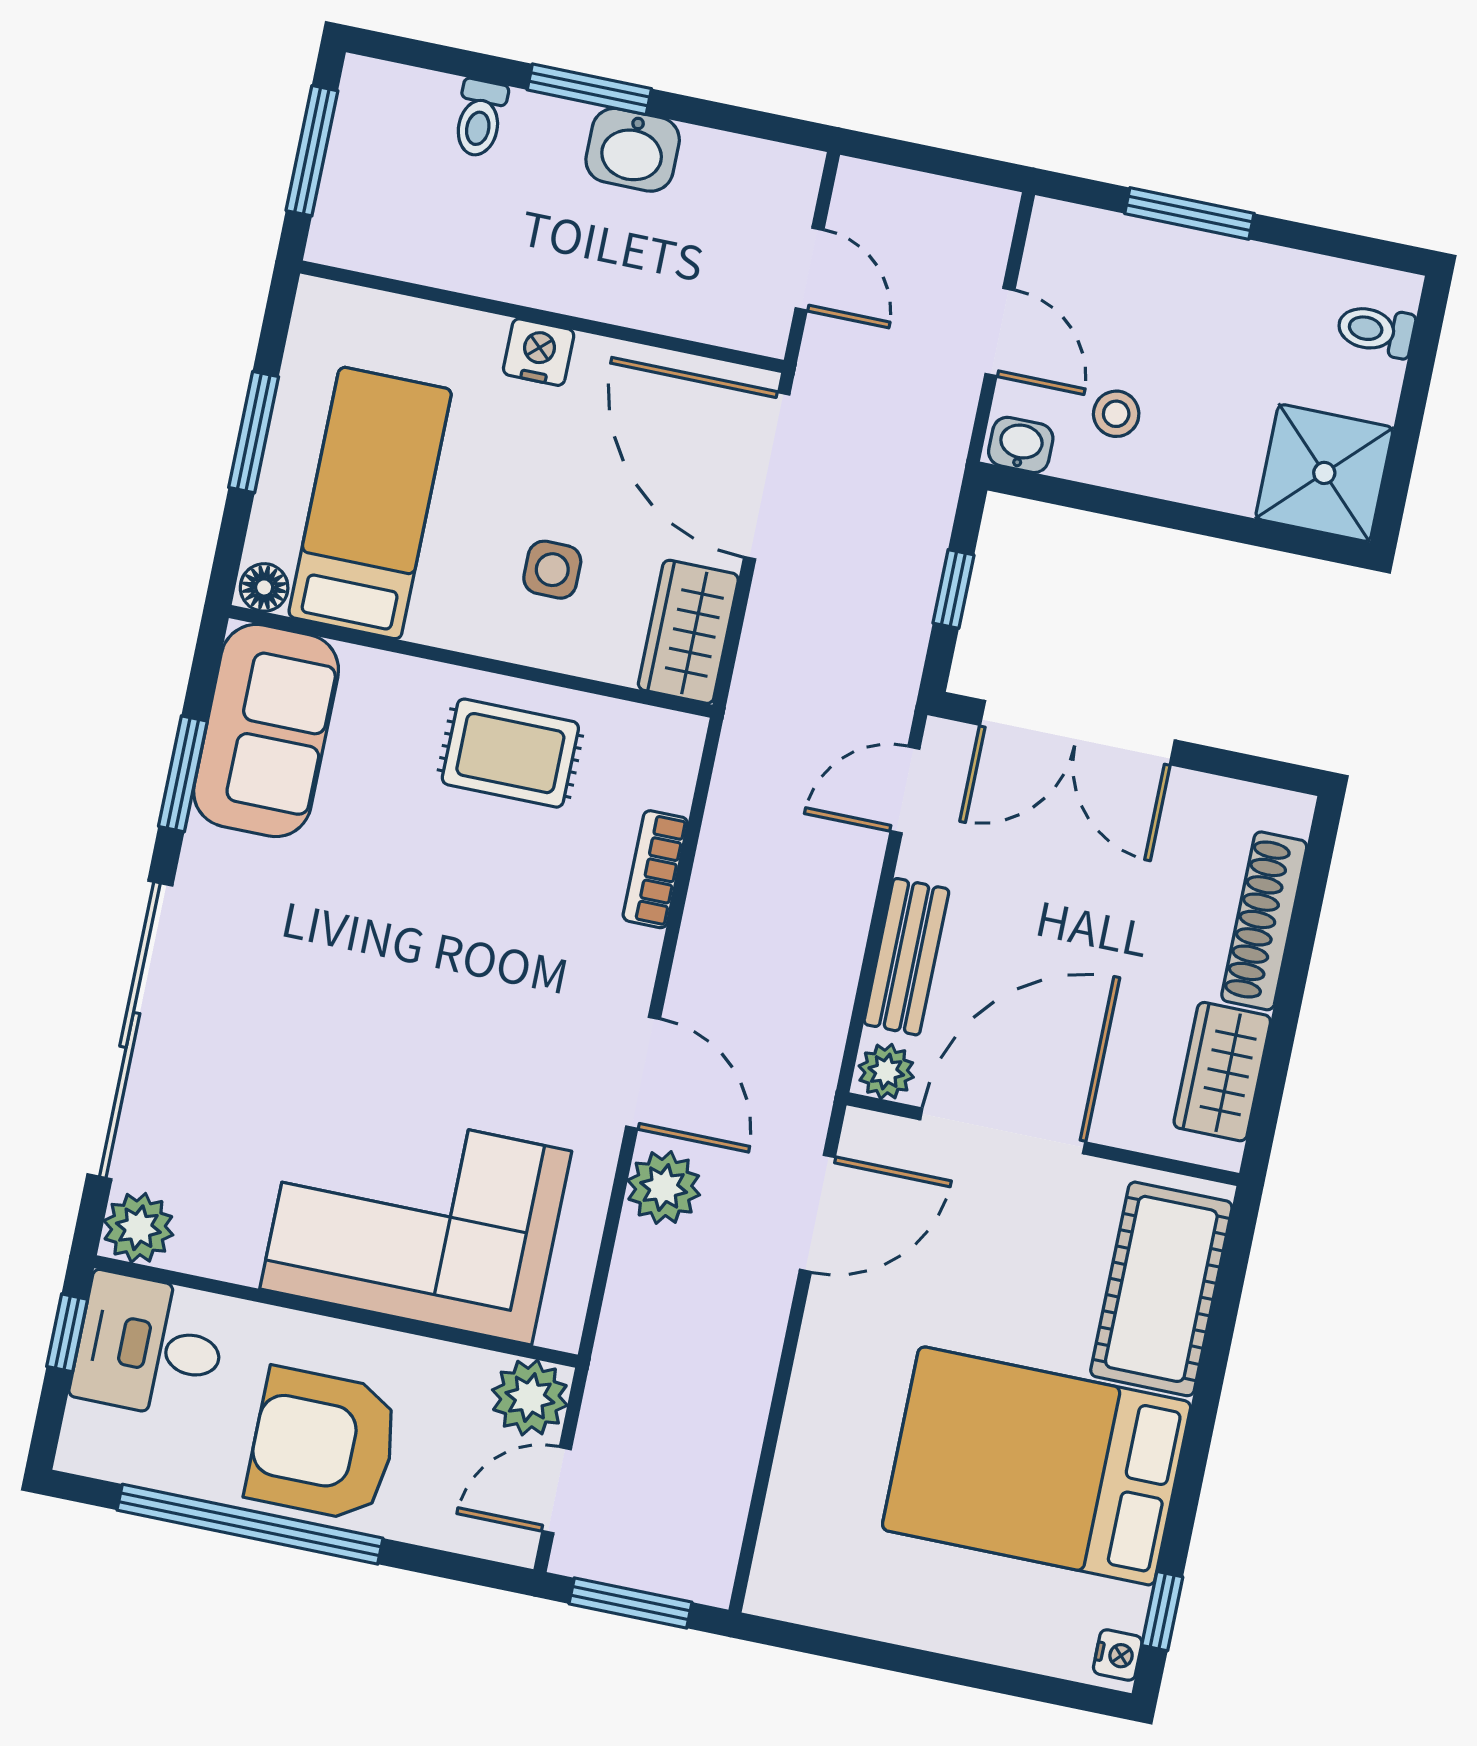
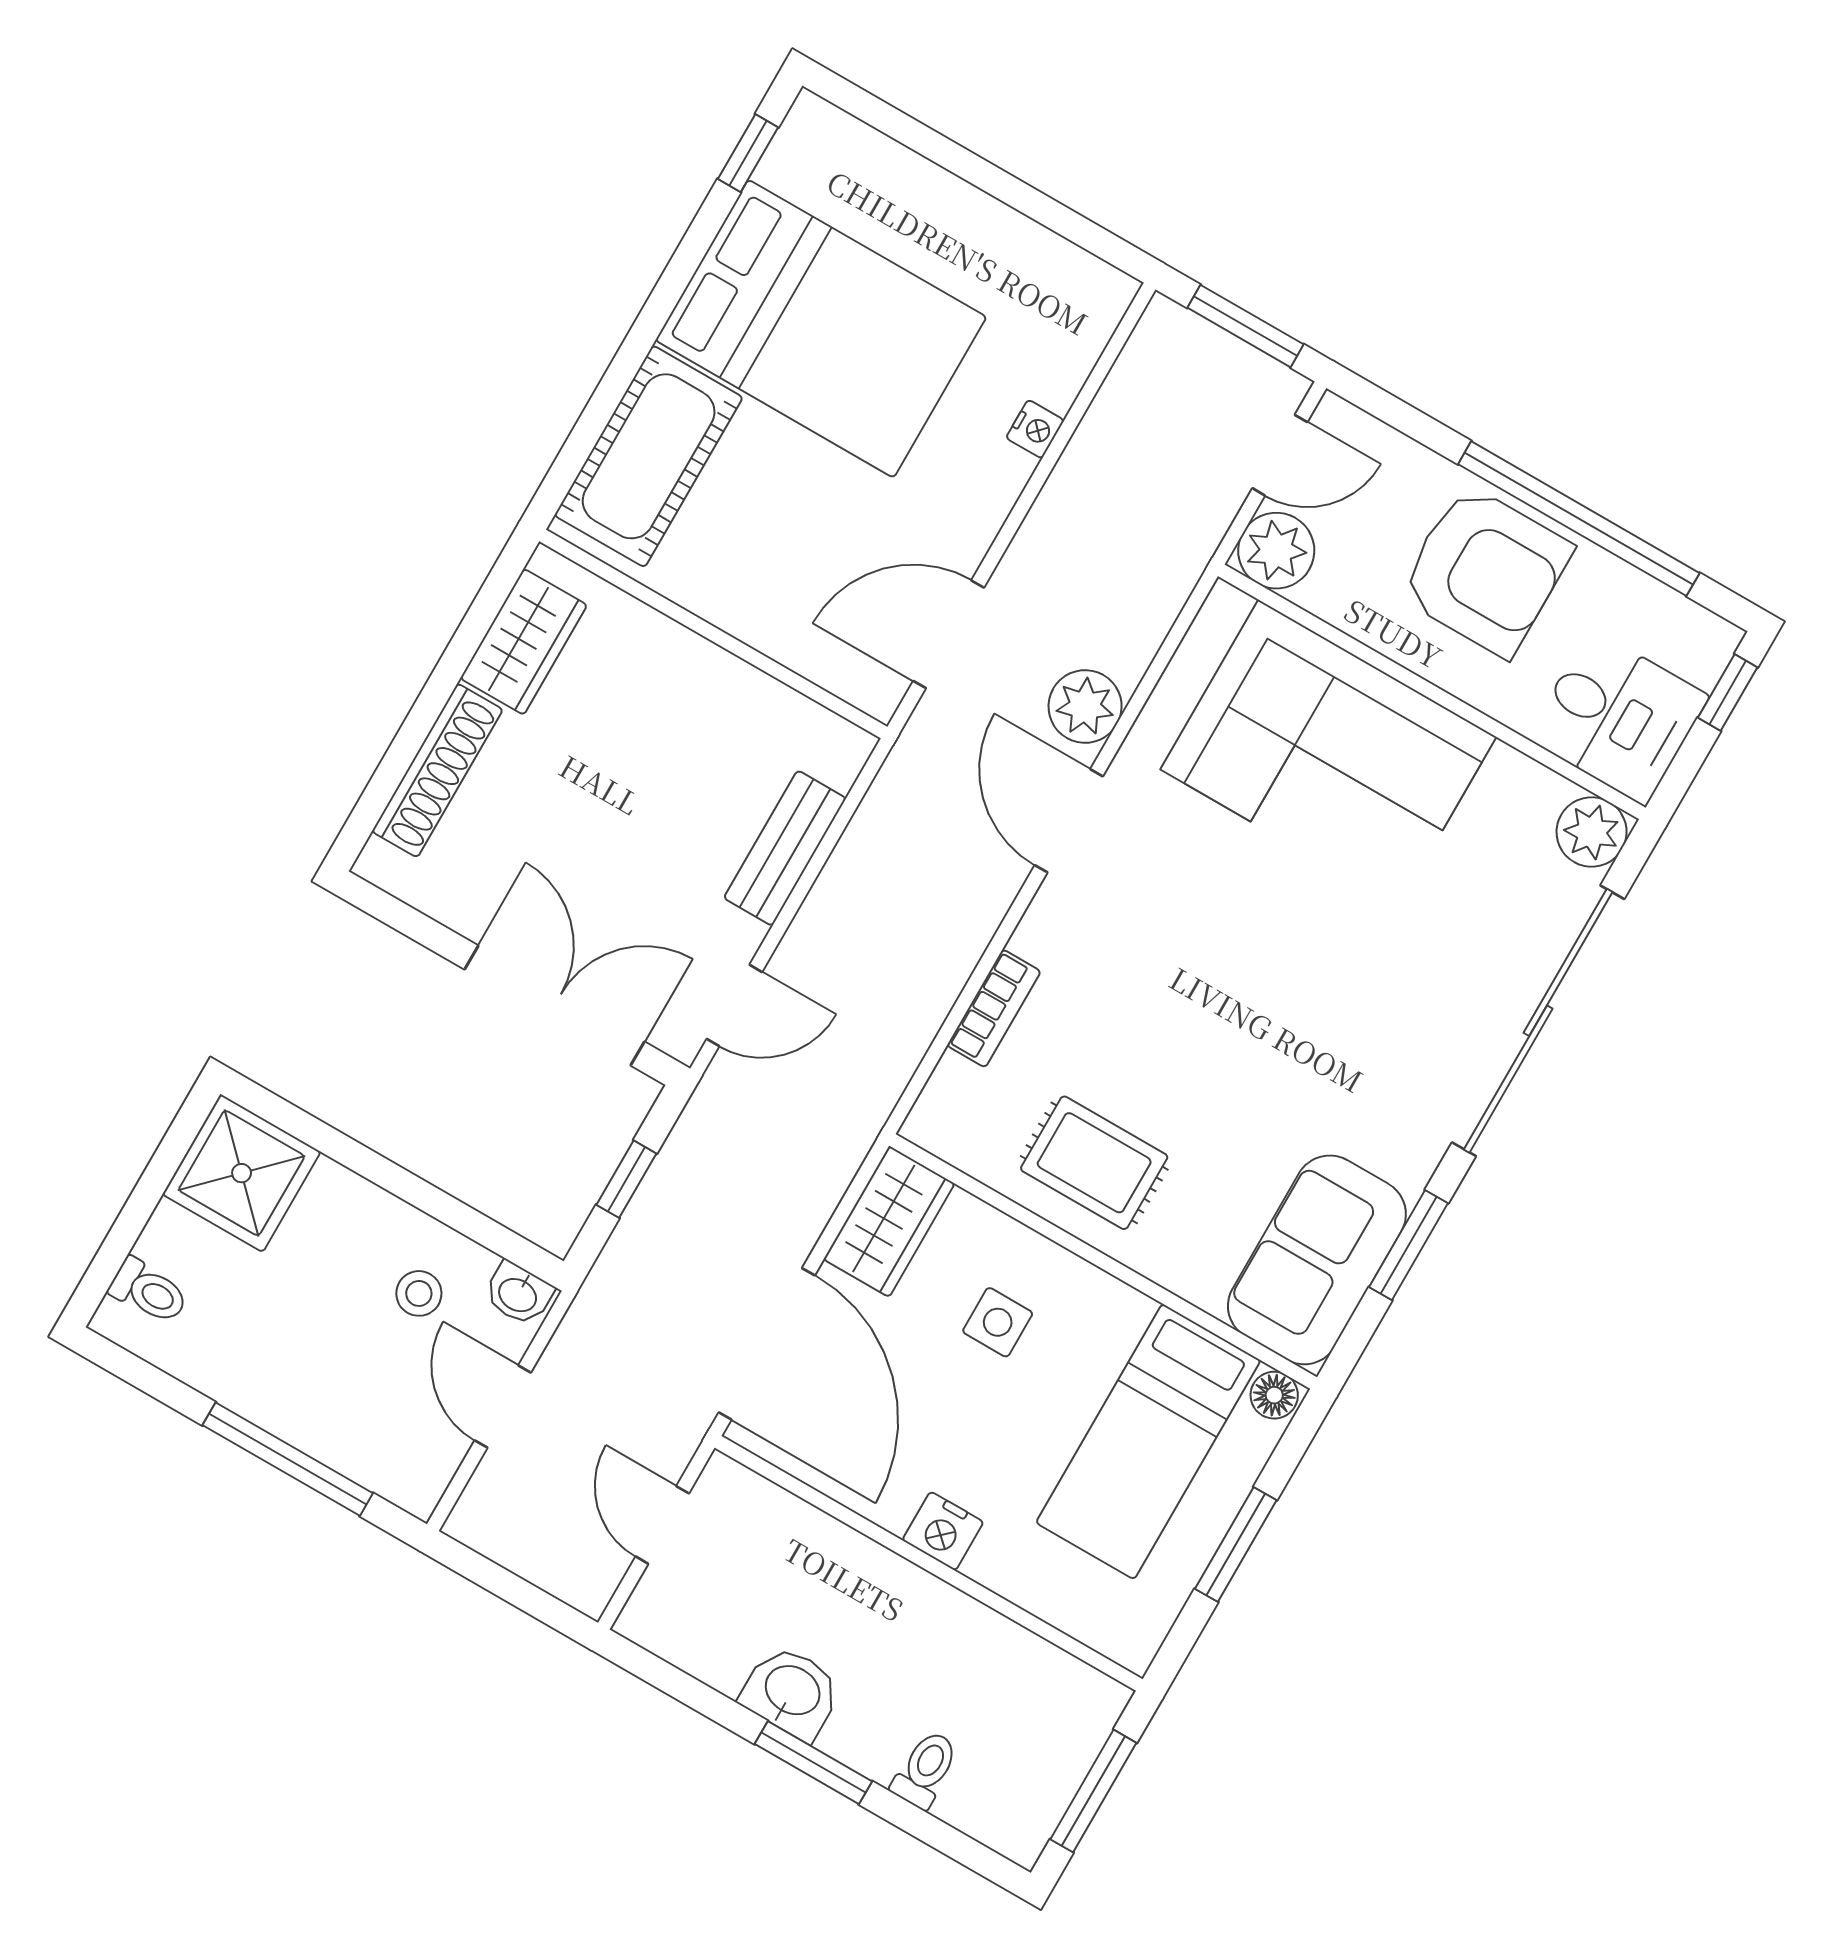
window: (1189, 213) -> (288, 1459), width x1.44
plant: (886, 1071) -> (840, 746), removed
door: (1003, 1131) -> (749, 654), removed
window: (67, 1333) -> (1728, 693), moved
nightstand: (1118, 1655) -> (1035, 429), moved, turned 180

